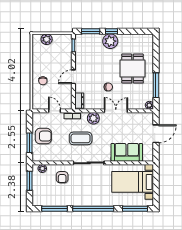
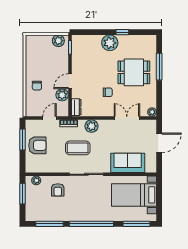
window: (91, 31) -> (89, 32), removed
window: (112, 31) -> (122, 32), moved
plant: (47, 39) -> (58, 41), moved
dining table: (133, 69) -> (134, 72), turned 90
window: (156, 85) -> (159, 67), moved
plant: (66, 89) -> (62, 95), added
door: (54, 111) -> (49, 118), hinge flipped
double door: (116, 111) -> (127, 118), moved
window: (30, 143) -> (23, 139), moved

